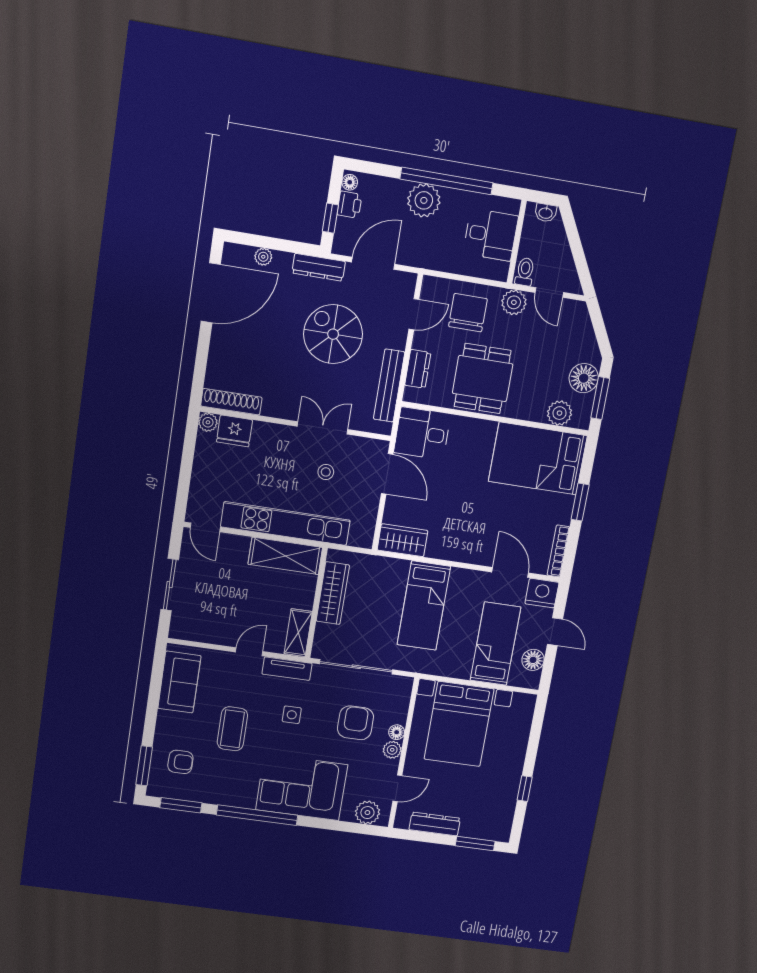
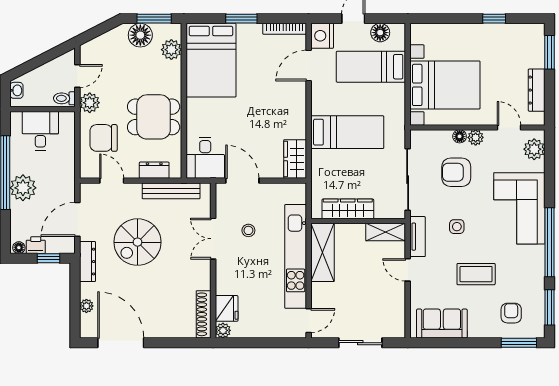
door: (373, 263) -> (77, 219), hinge flipped
door: (387, 474) -> (242, 181), hinge flipped

